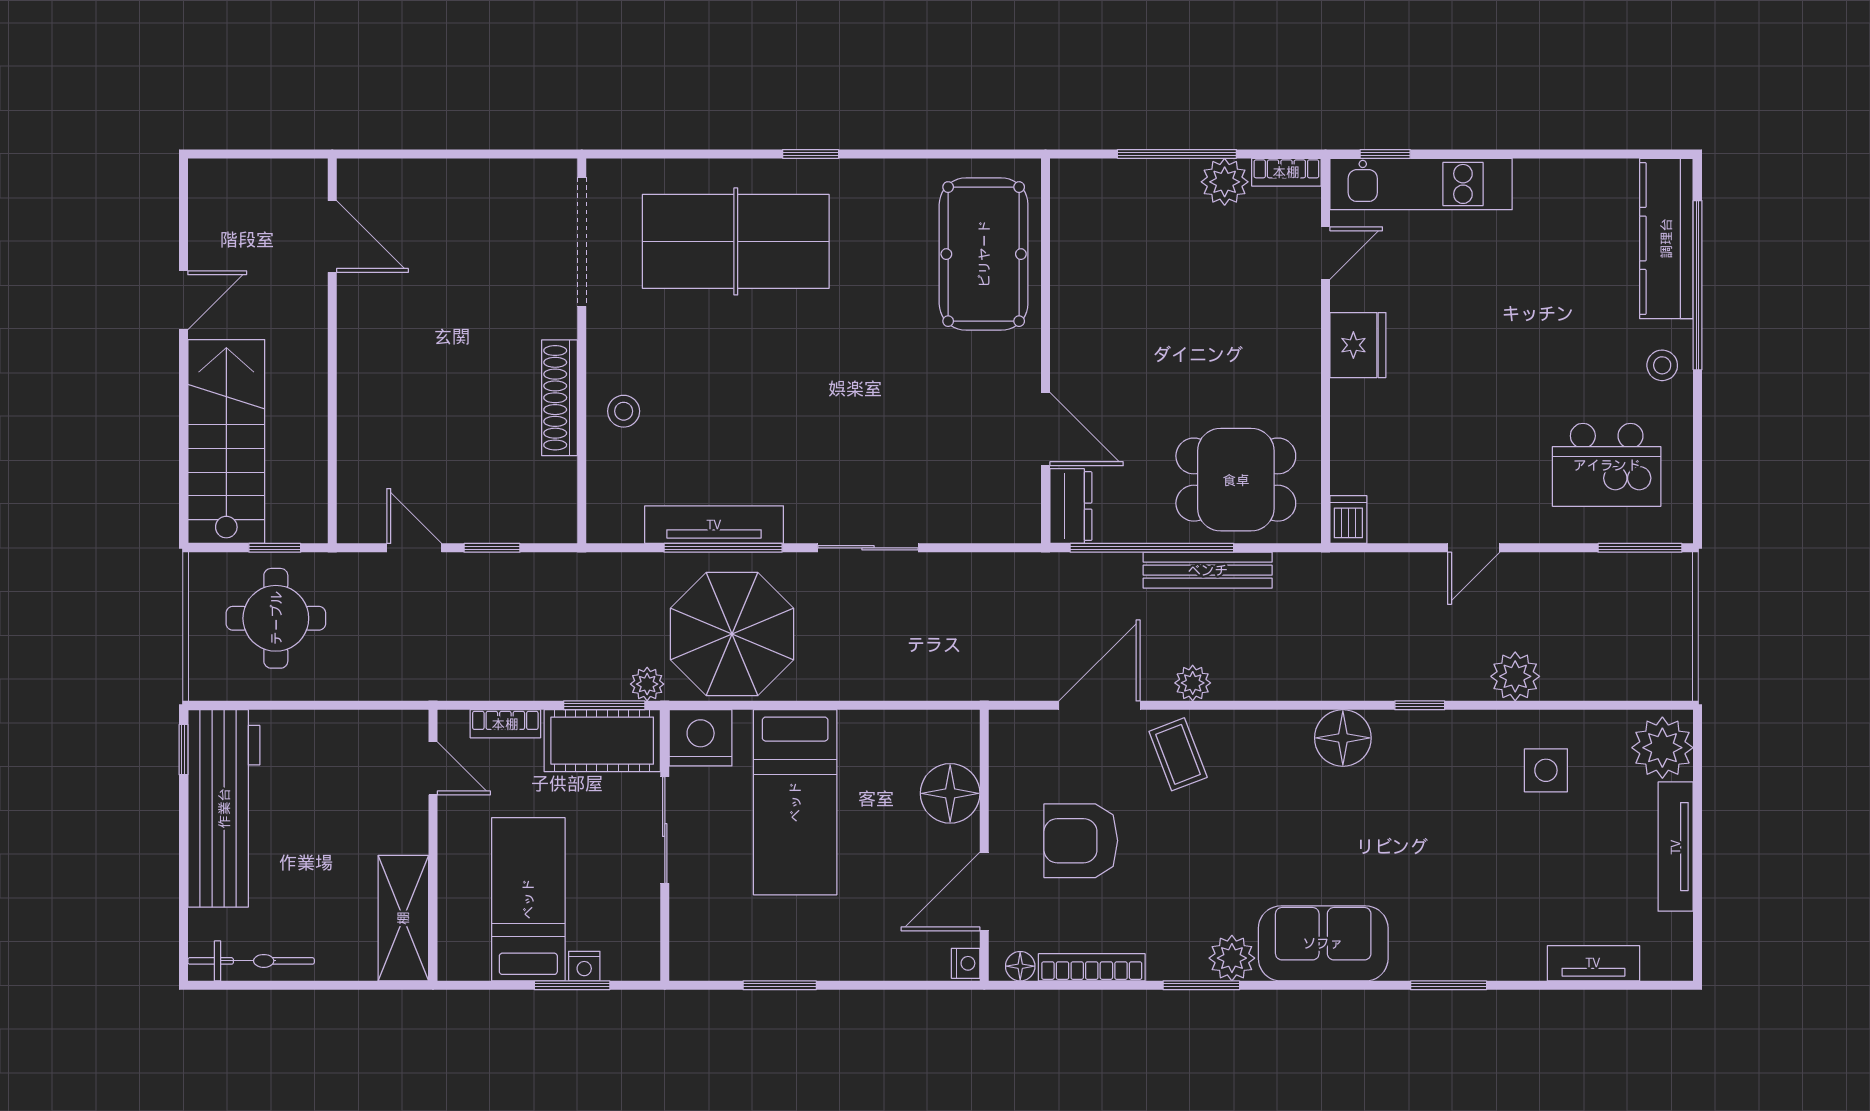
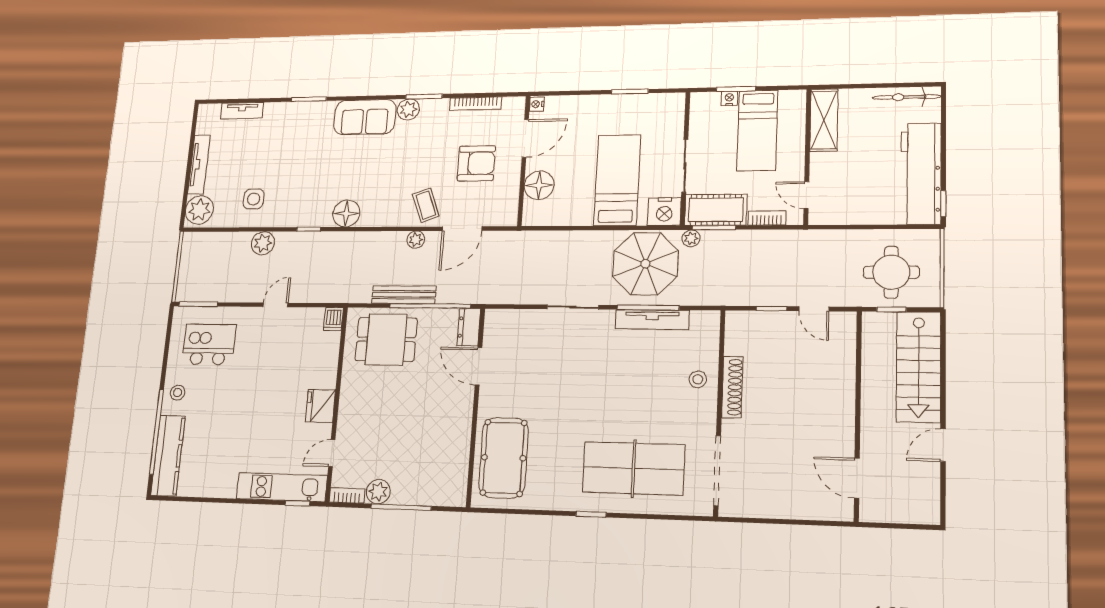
floor lamp: (1020, 966) -> (510, 103), removed

